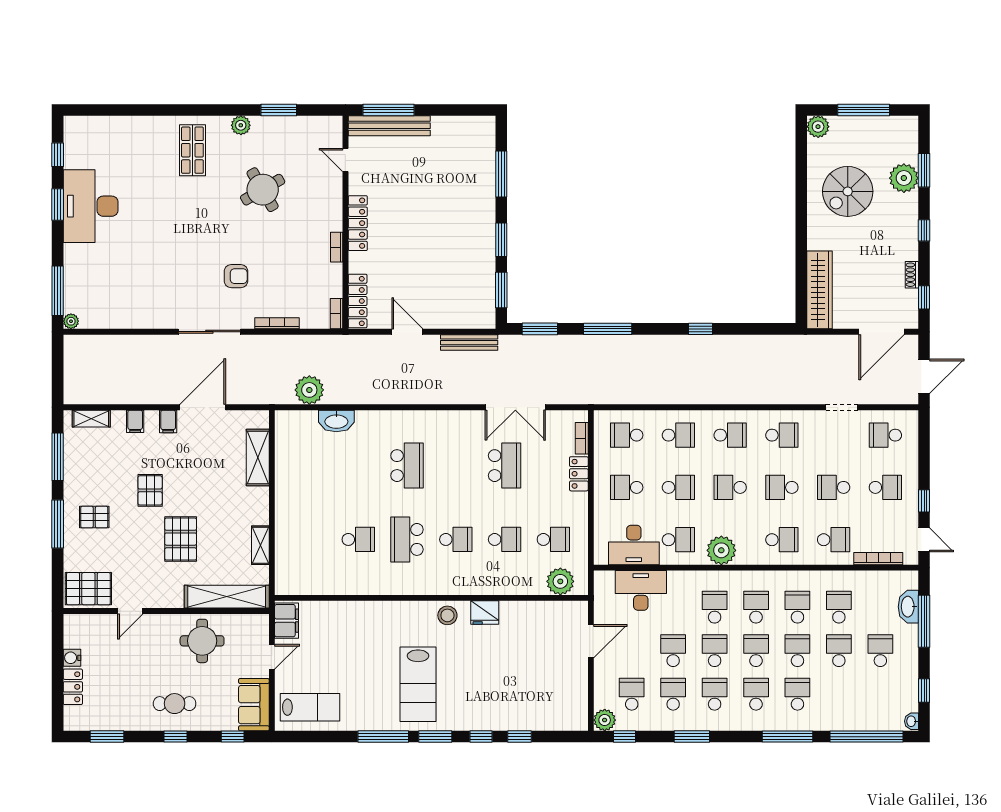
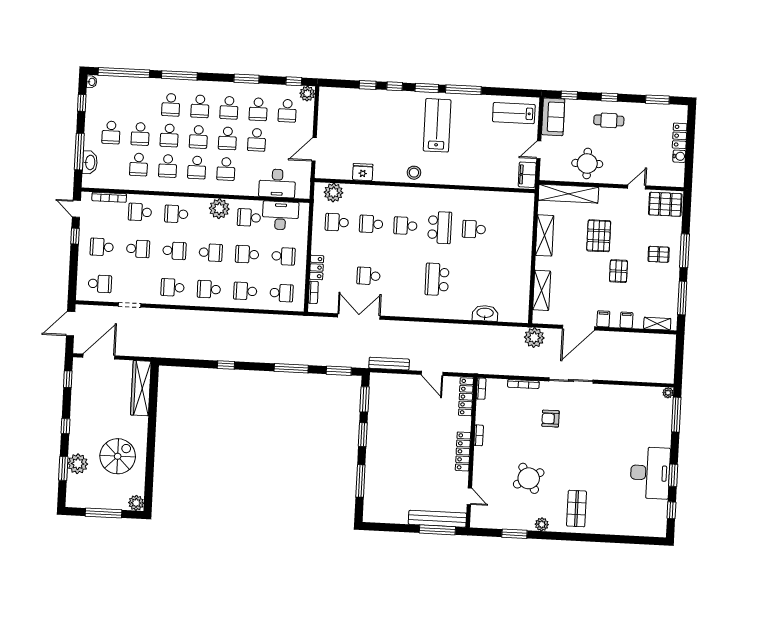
shoe rack: (912, 275) -> (76, 396), removed
plant: (309, 390) -> (534, 338), moved
school desk: (505, 466) -> (369, 276), width x0.54
shelving: (260, 545) -> (545, 235), width x1.50, depth x1.33
fridge: (485, 613) -> (363, 172), moved

